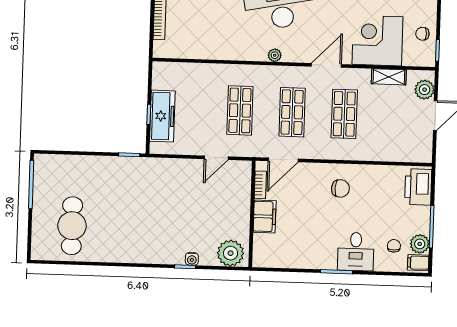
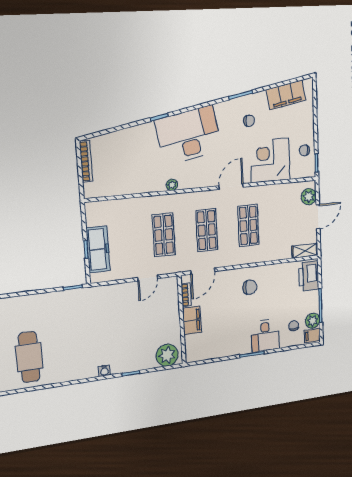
plant: (275, 55) -> (172, 185), moved
shelving: (389, 77) -> (305, 251), moved
water cooler: (192, 259) -> (104, 371), moved

